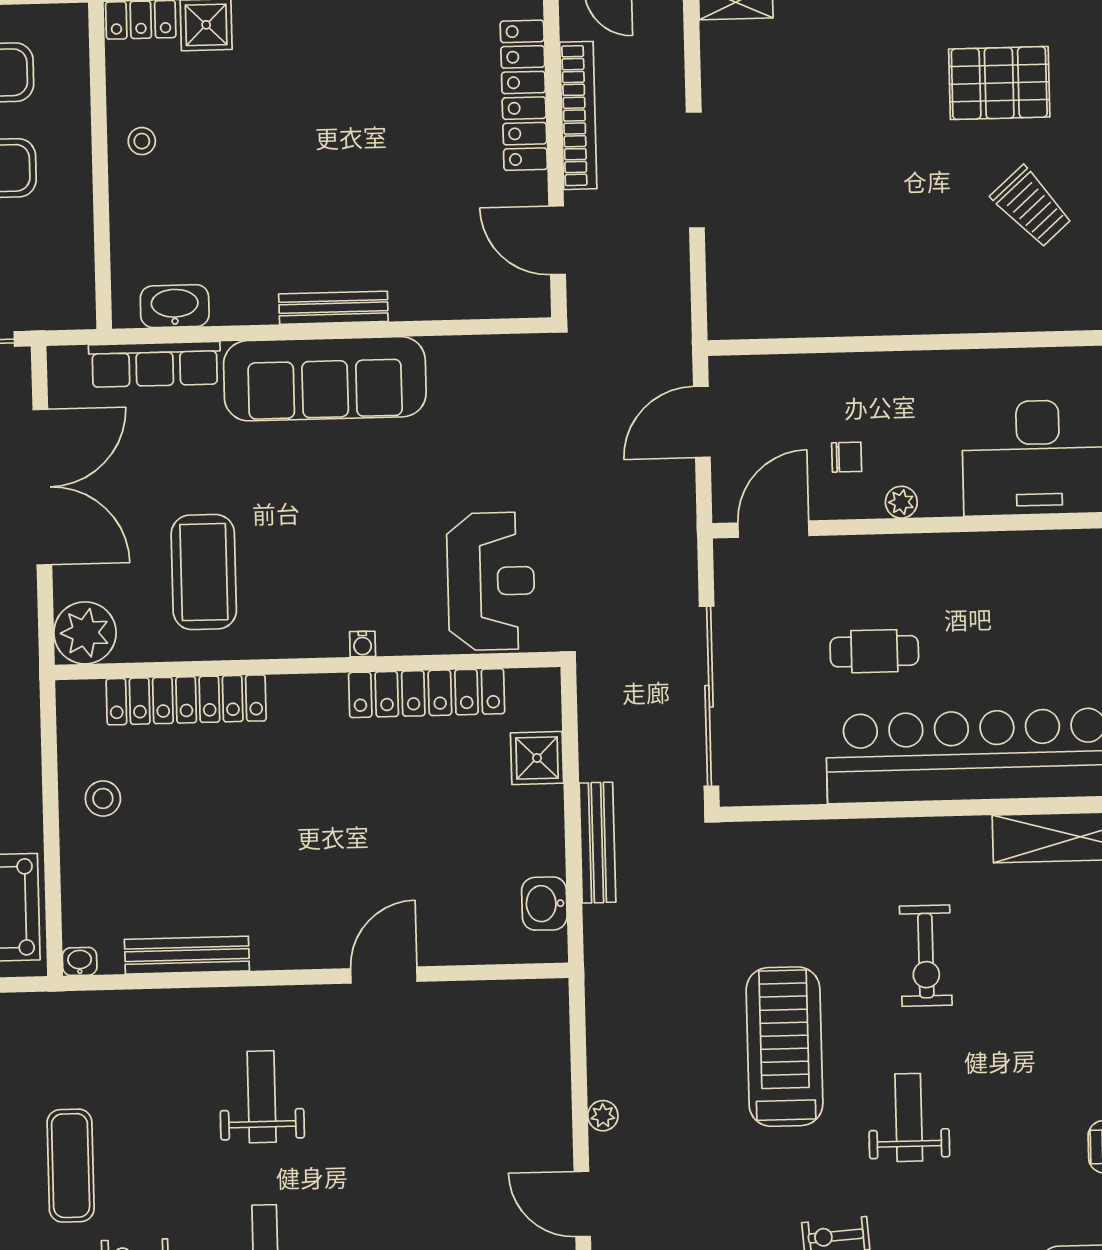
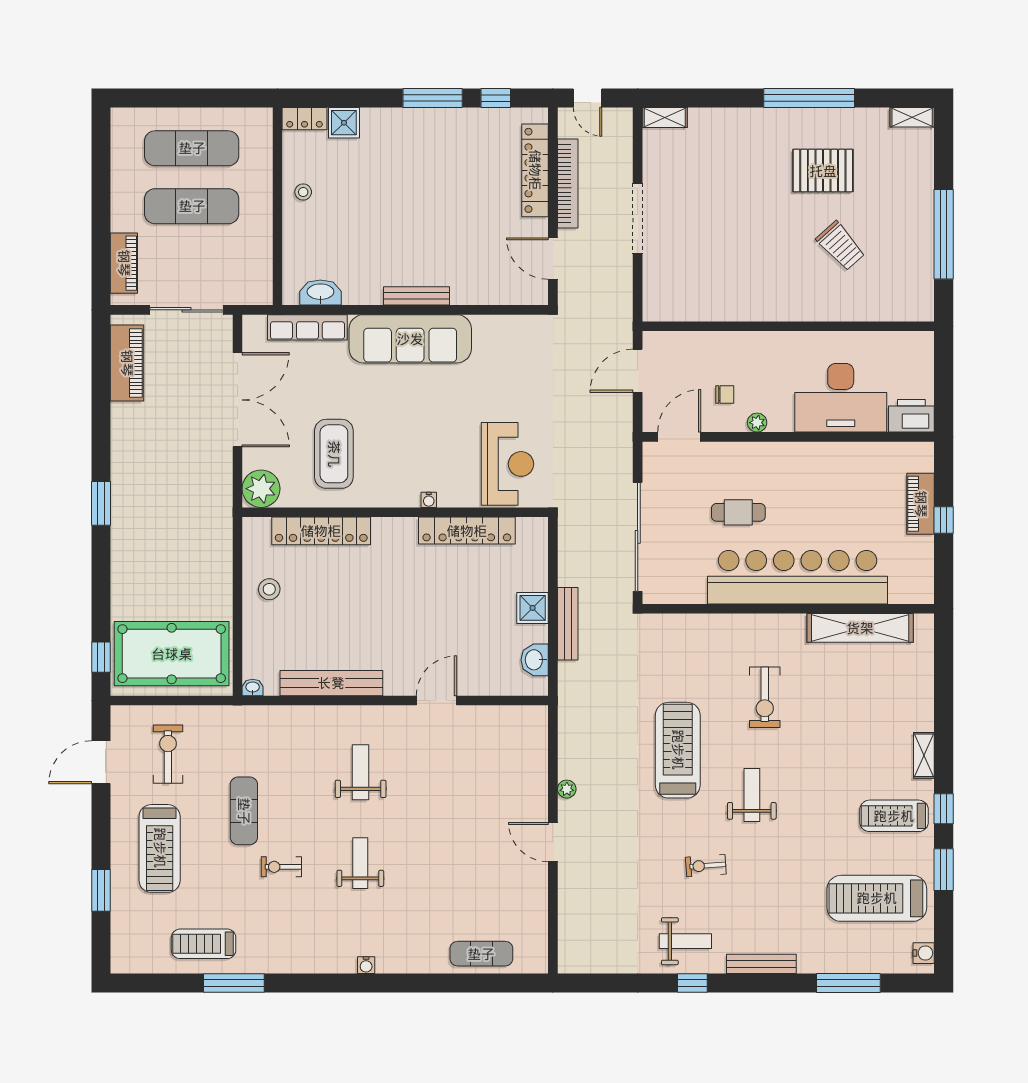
shower: (537, 758) -> (533, 608), moved
bench: (187, 955) -> (331, 683), width x1.37, depth x1.21

